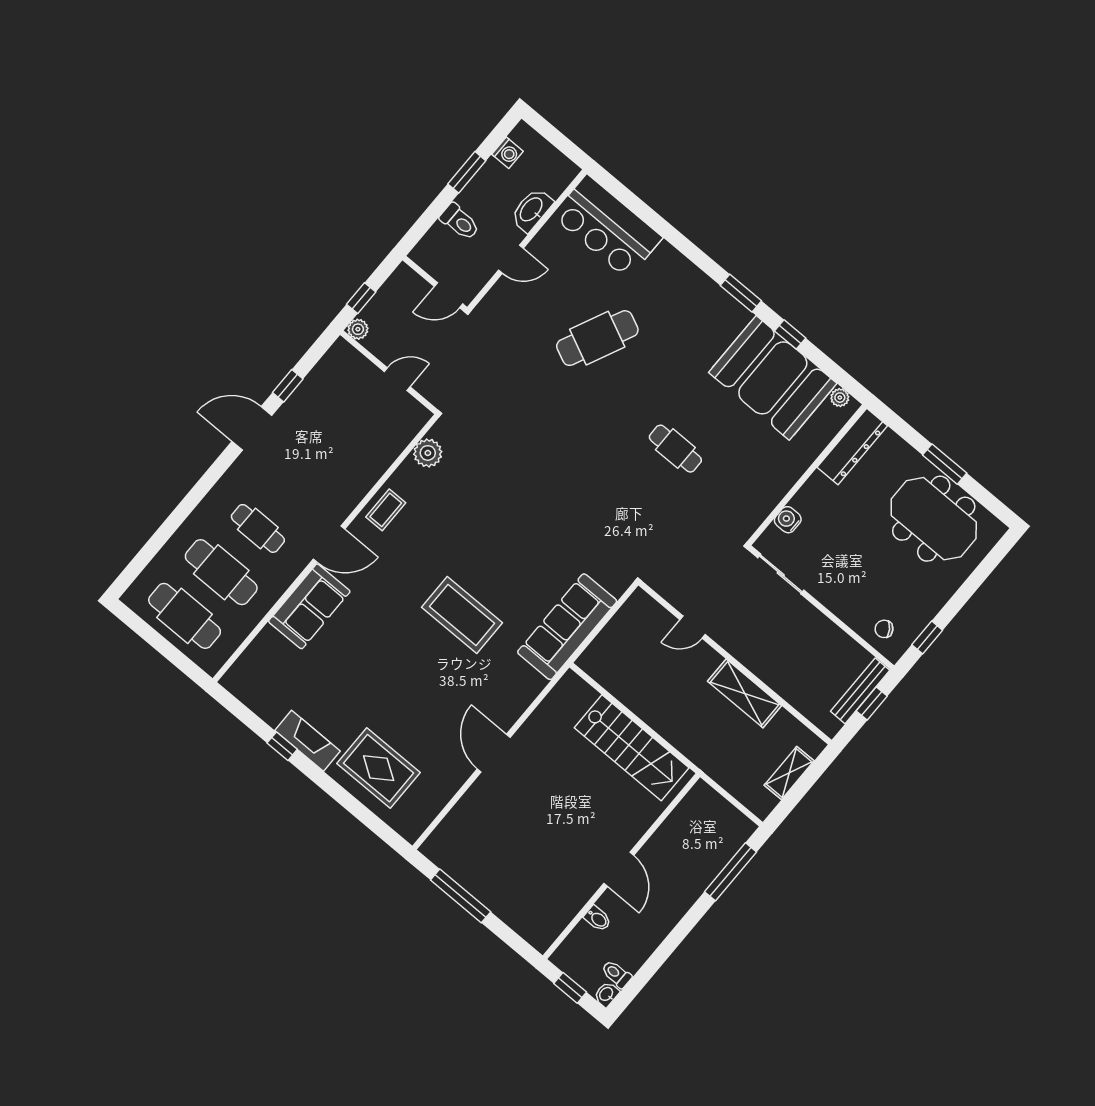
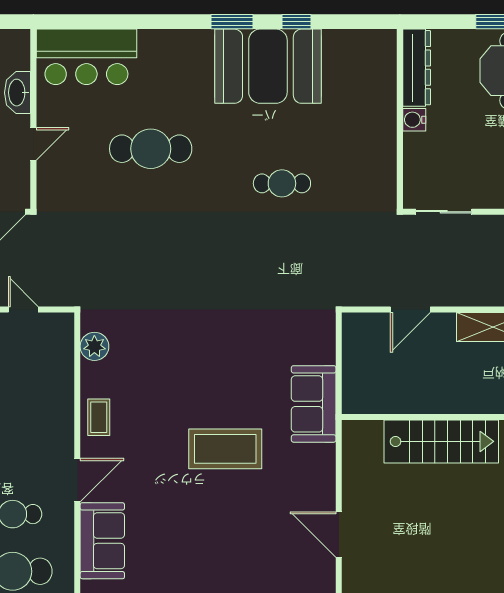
cafe table: (597, 338) -> (151, 149), turned 65
booth: (773, 378) -> (268, 66), moved
door: (397, 379) -> (23, 309), hinge flipped
plant: (840, 398) -> (375, 38), removed
water cooler: (788, 520) -> (414, 120), moved
sofa: (567, 627) -> (314, 404), width x0.73
door: (693, 627) -> (410, 309), width x1.38

